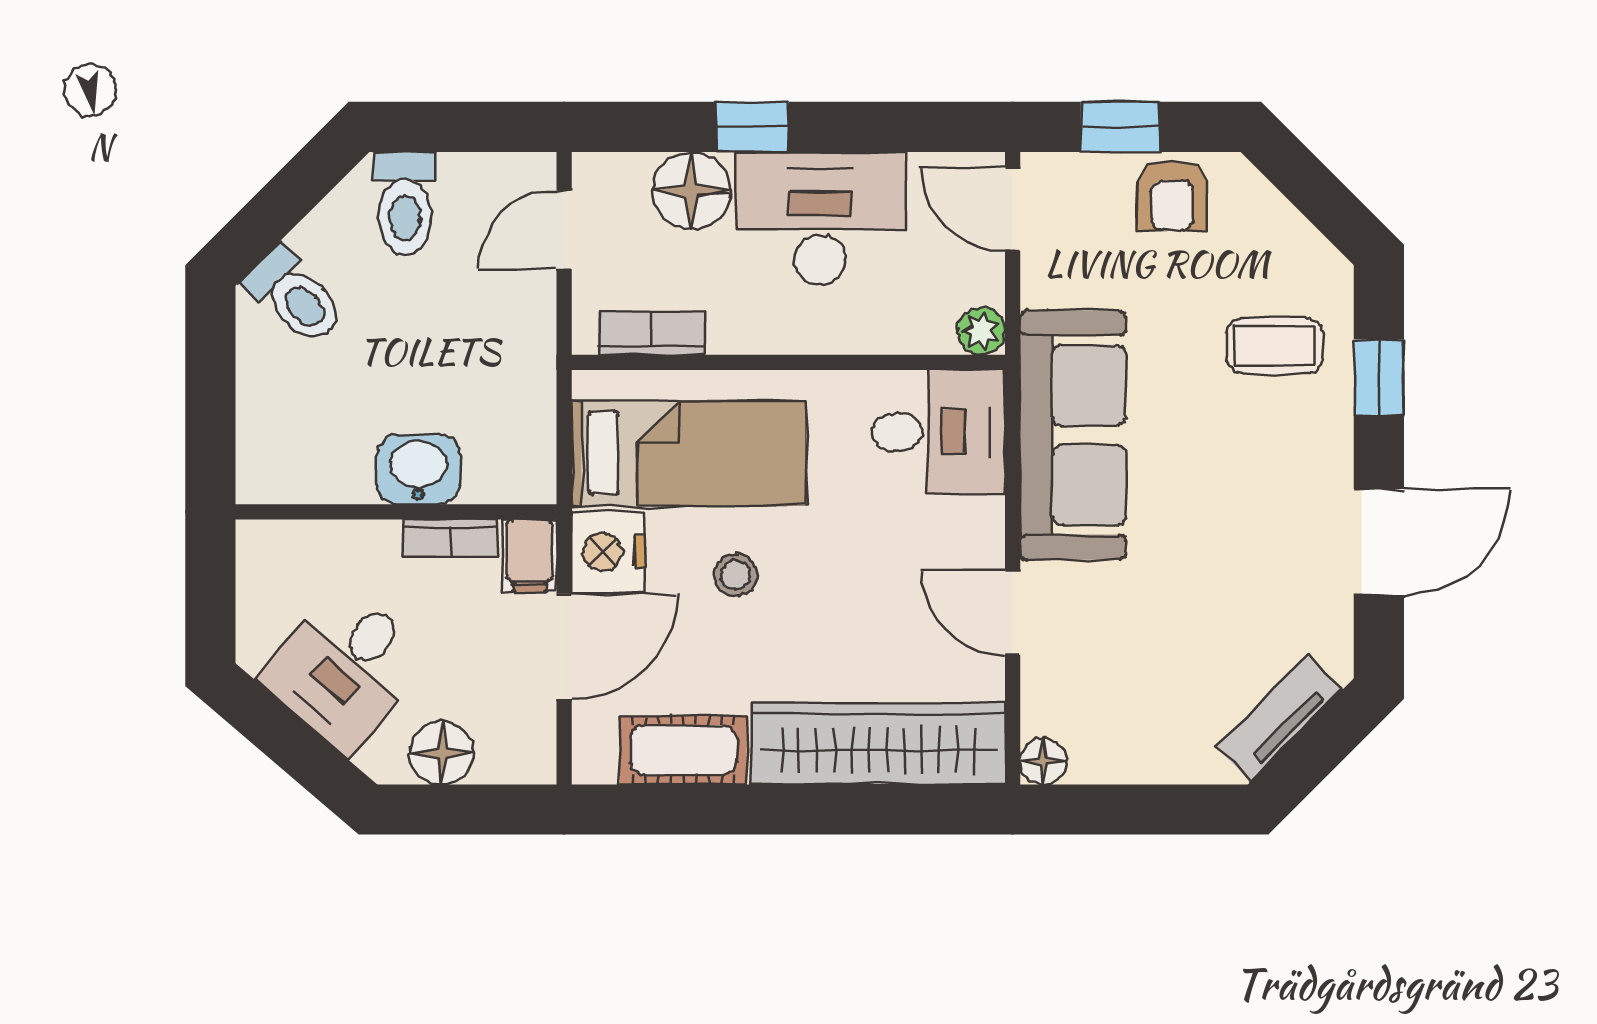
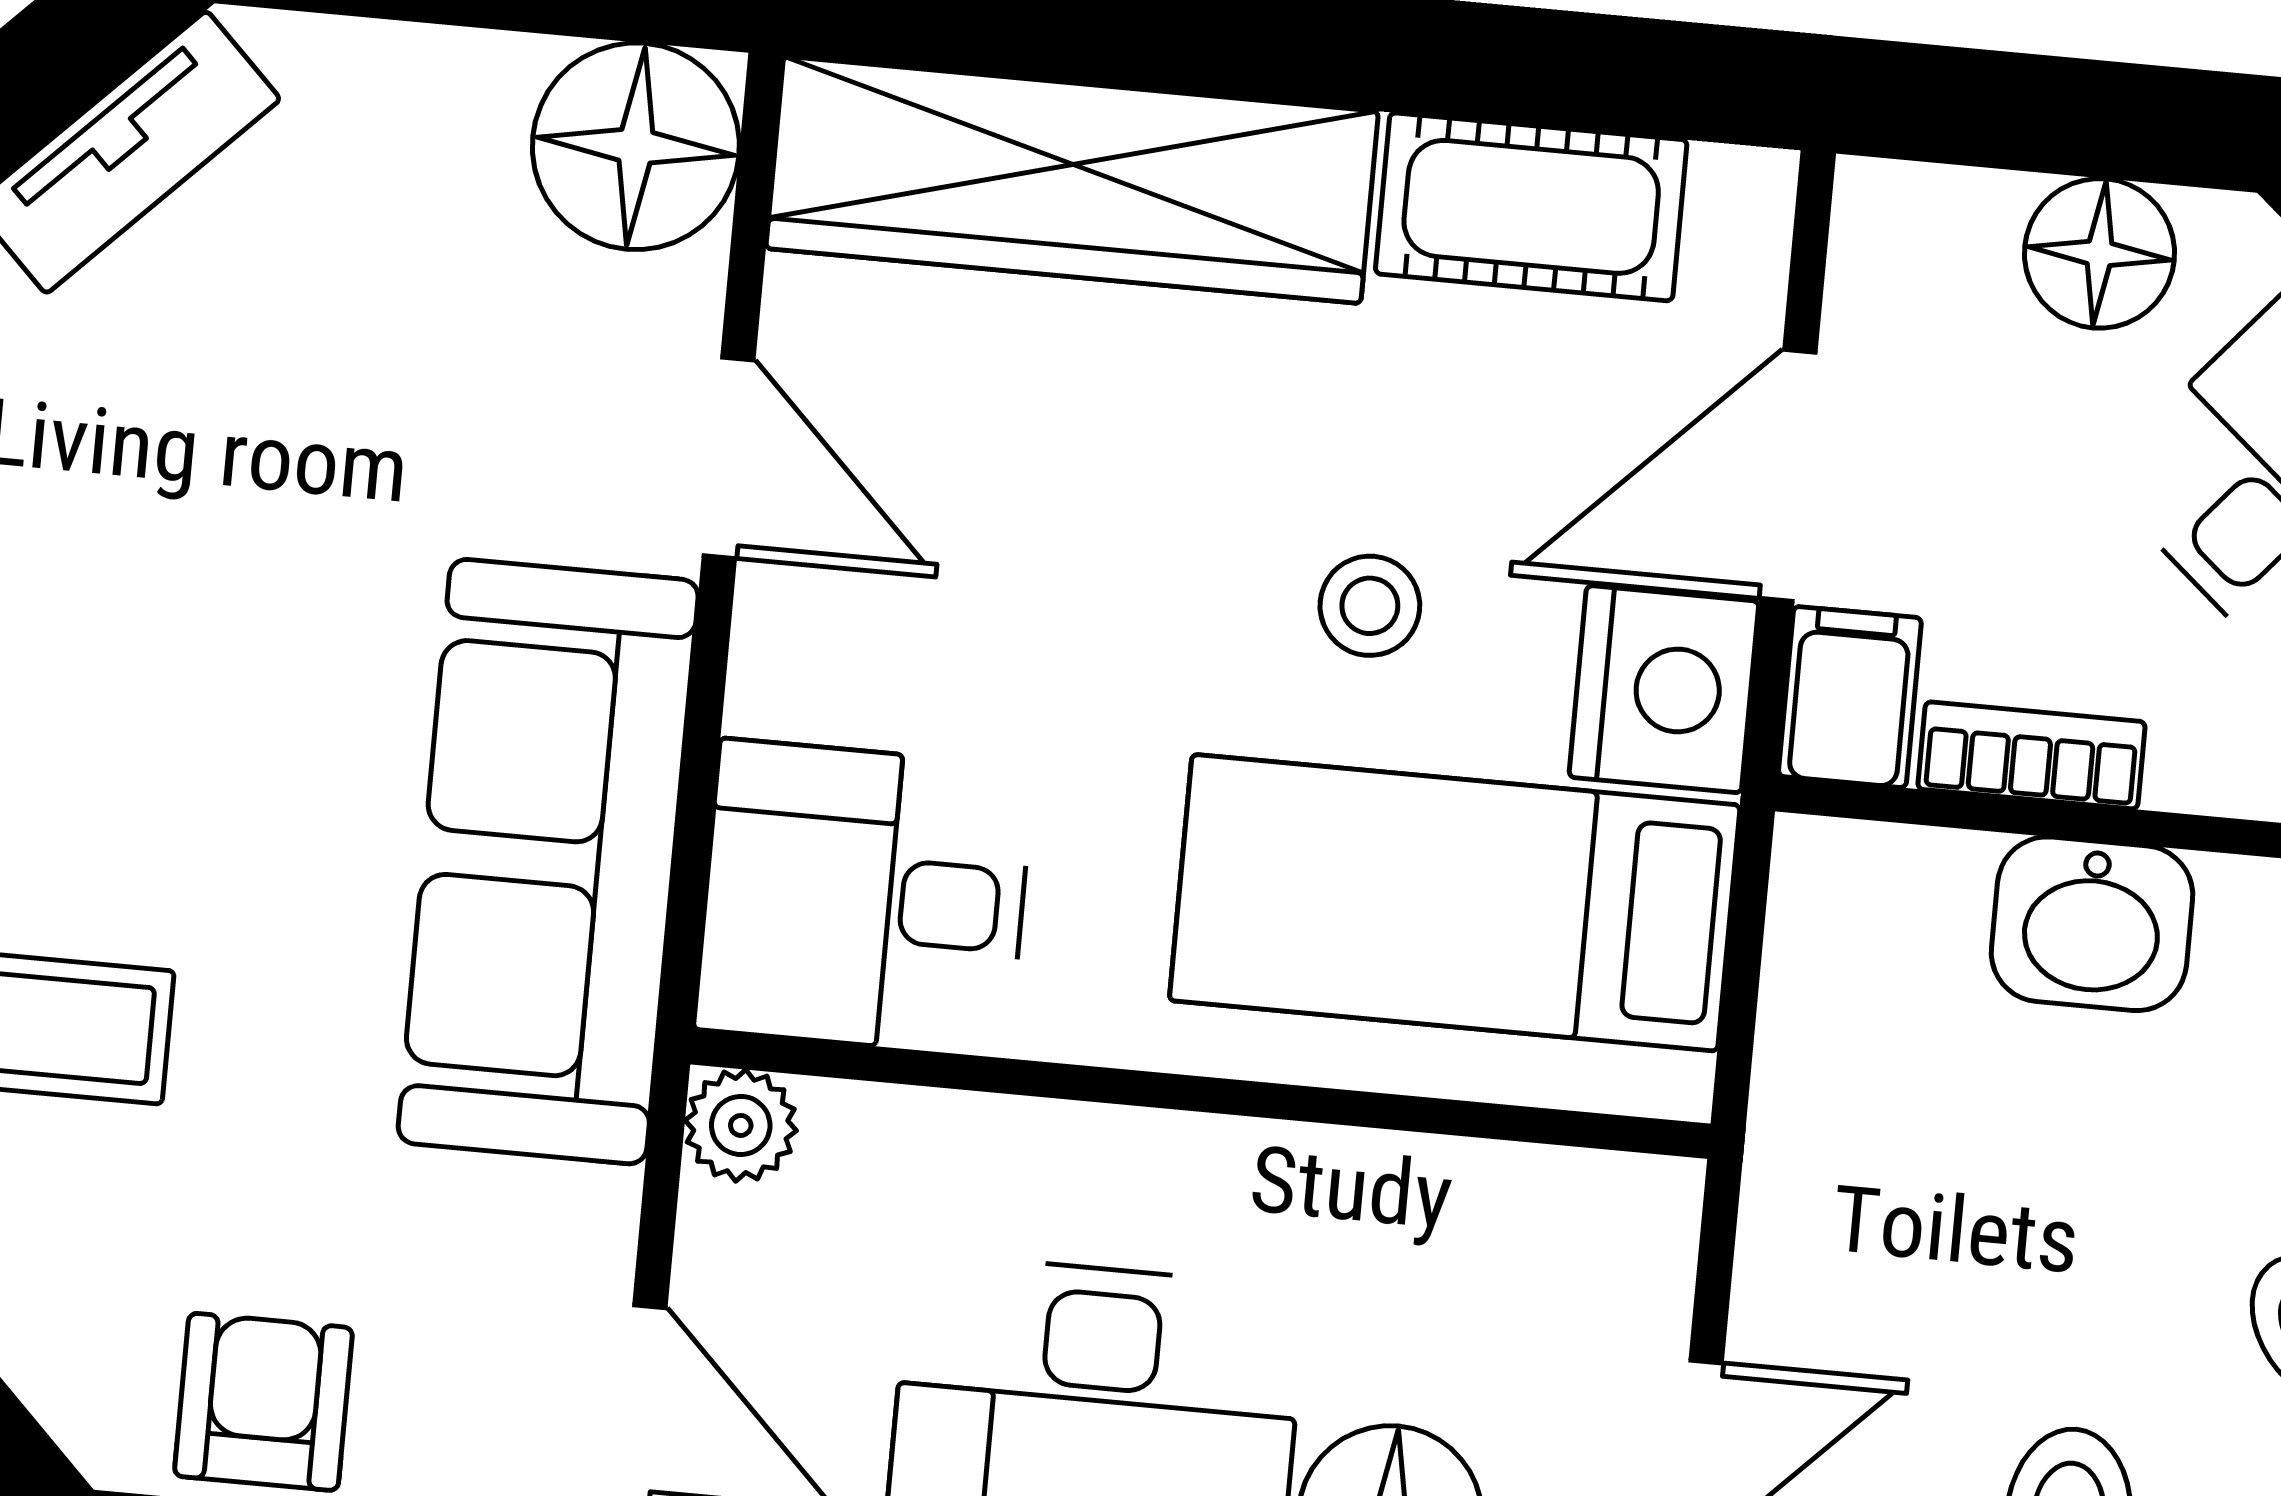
bookcase: (651, 334) -> (1516, 1191), removed
floor lamp: (1043, 761) -> (636, 146), width x1.89, depth x1.89

